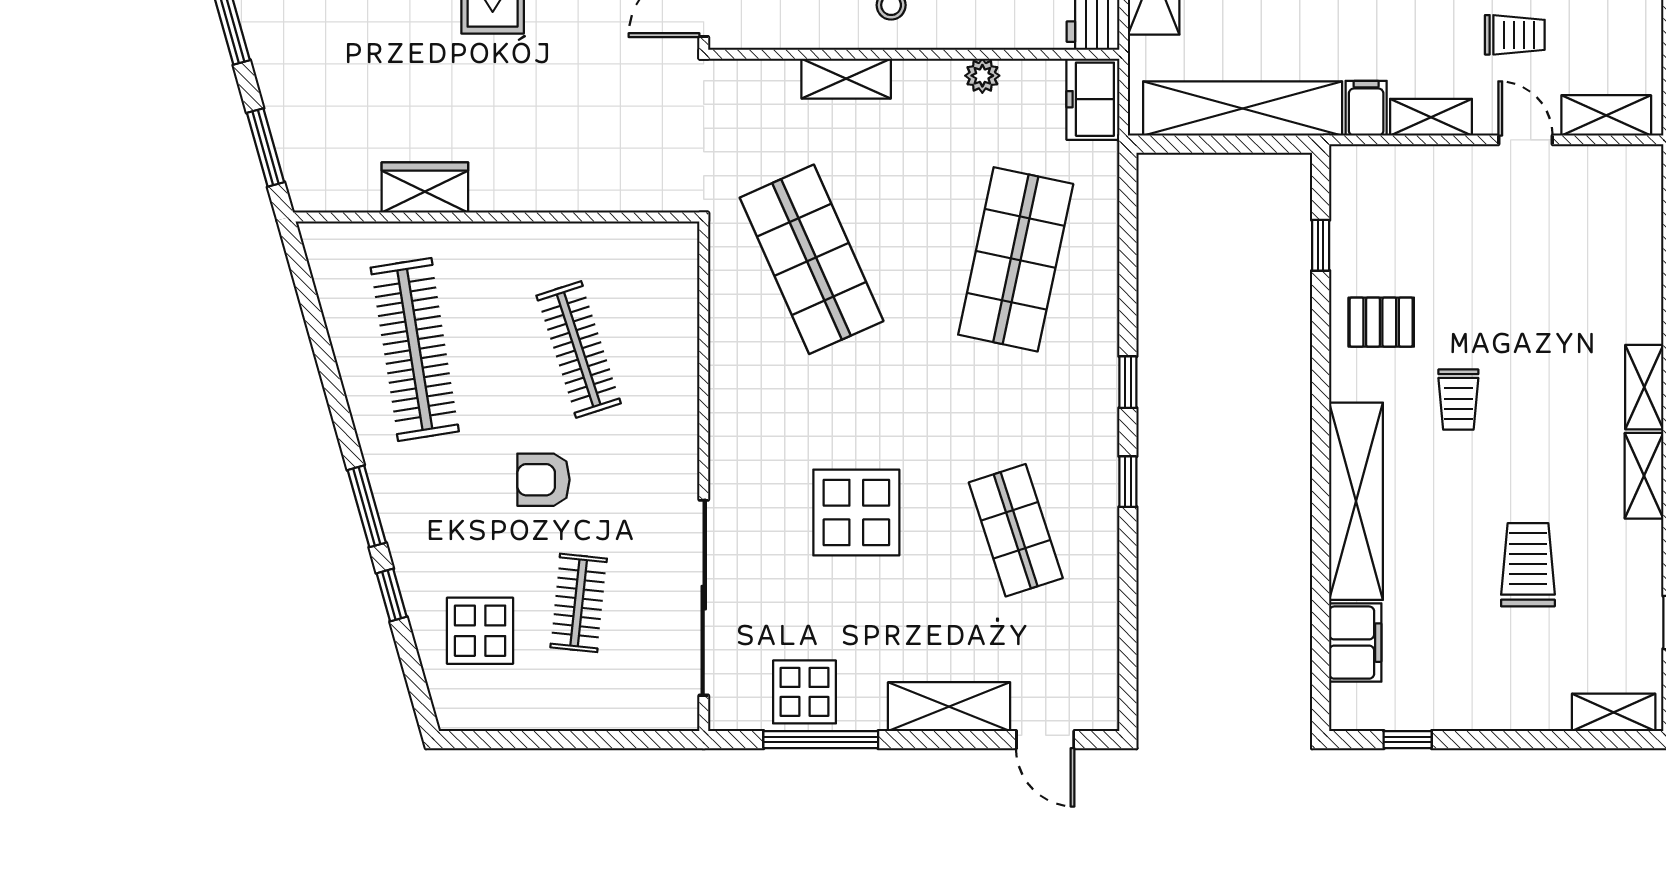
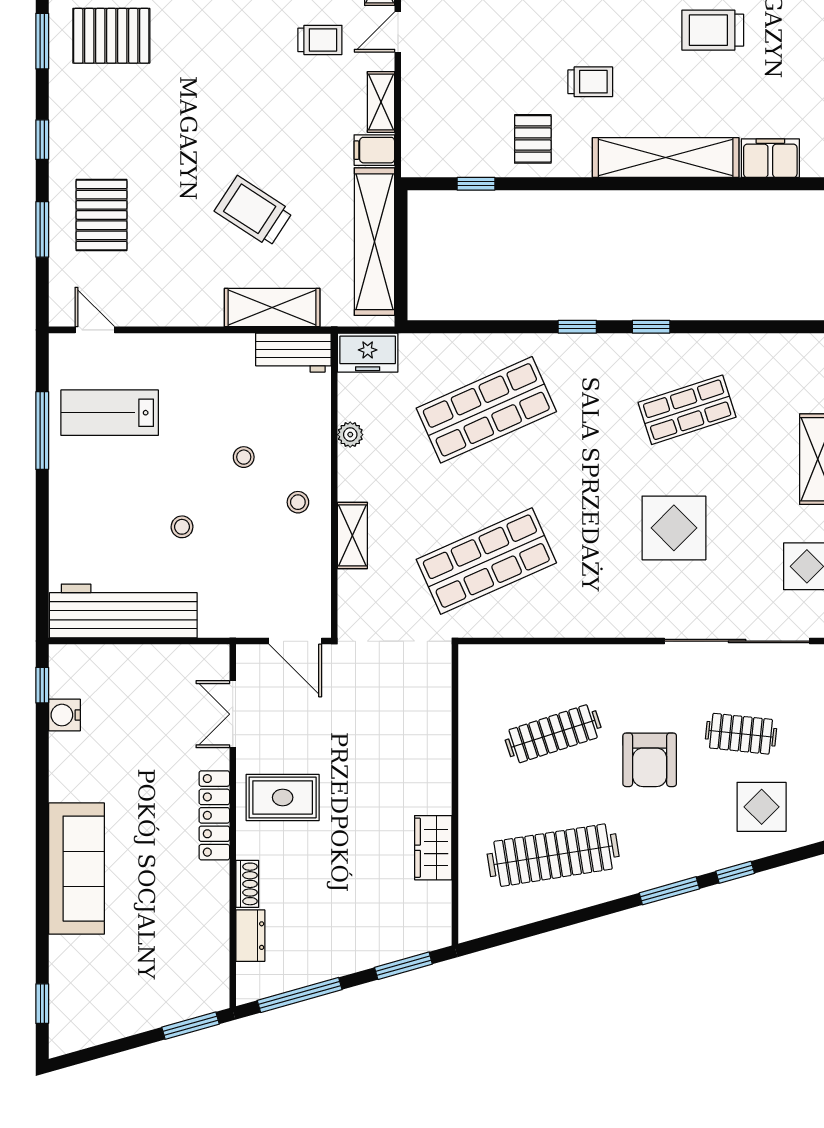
trolley: (1515, 35) -> (320, 40), turned 90
shop shelf: (1016, 259) -> (486, 410), turned -36
armchair: (543, 480) -> (650, 760), width x1.38, depth x1.38

